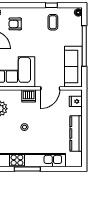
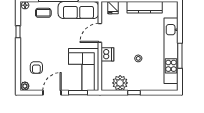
coffee table: (53, 22) -> (43, 13), moved
door: (50, 88) -> (100, 33), swing flipped

